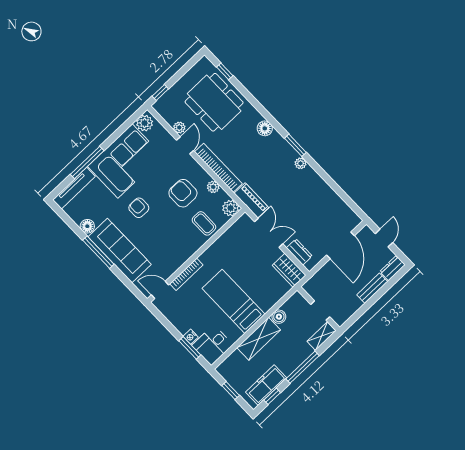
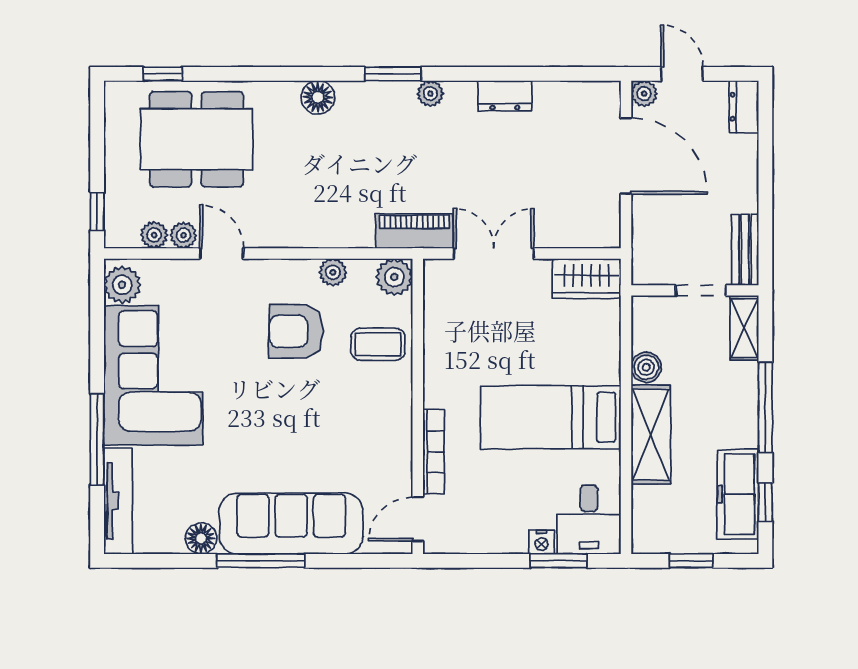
plant: (170, 118) -> (154, 235), added
bookcase: (218, 168) -> (310, 234), removed
armchair: (139, 208) -> (251, 426), removed
plant: (366, 232) -> (644, 94), added
dresser: (299, 252) -> (505, 96), moved, turned 180
bench: (372, 288) -> (745, 250), moved

